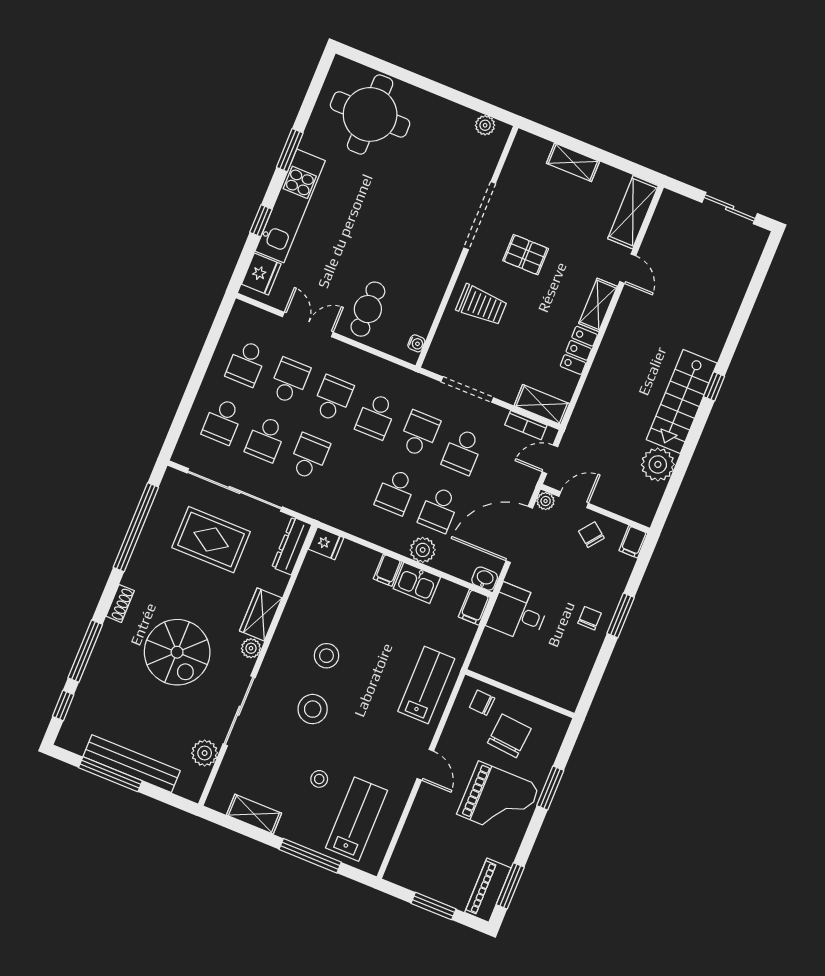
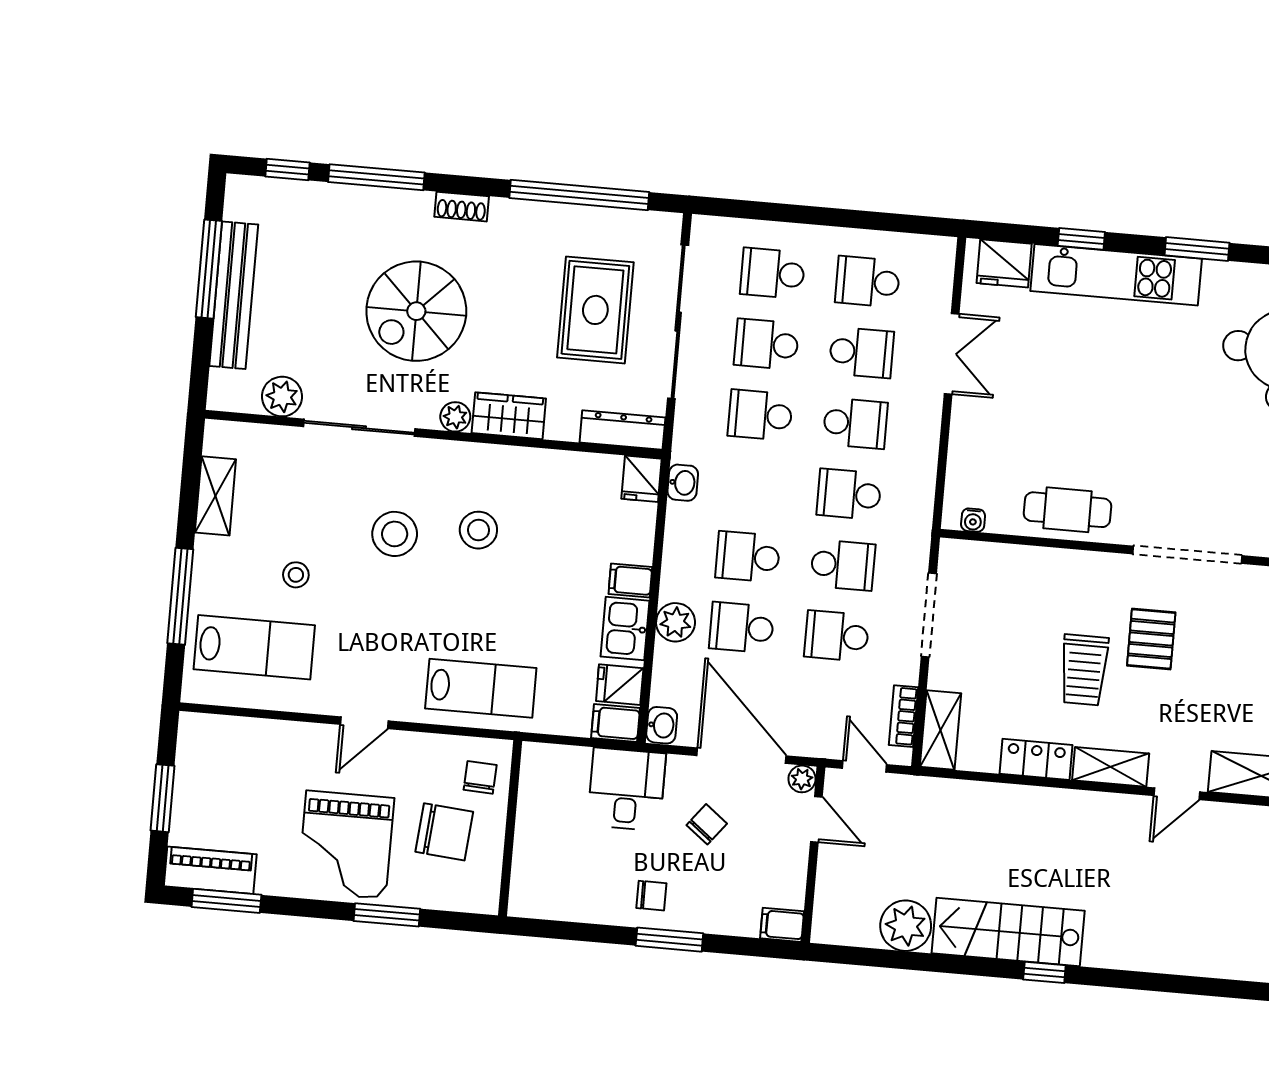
trolley: (482, 305) -> (1084, 670), moved
cafe table: (368, 309) -> (1067, 510), moved
school desk: (309, 457) -> (760, 415), turned 180
washbasin: (337, 518) -> (683, 483), added
chair: (591, 535) -> (707, 824), moved
fridge: (451, 597) -> (620, 685), added

